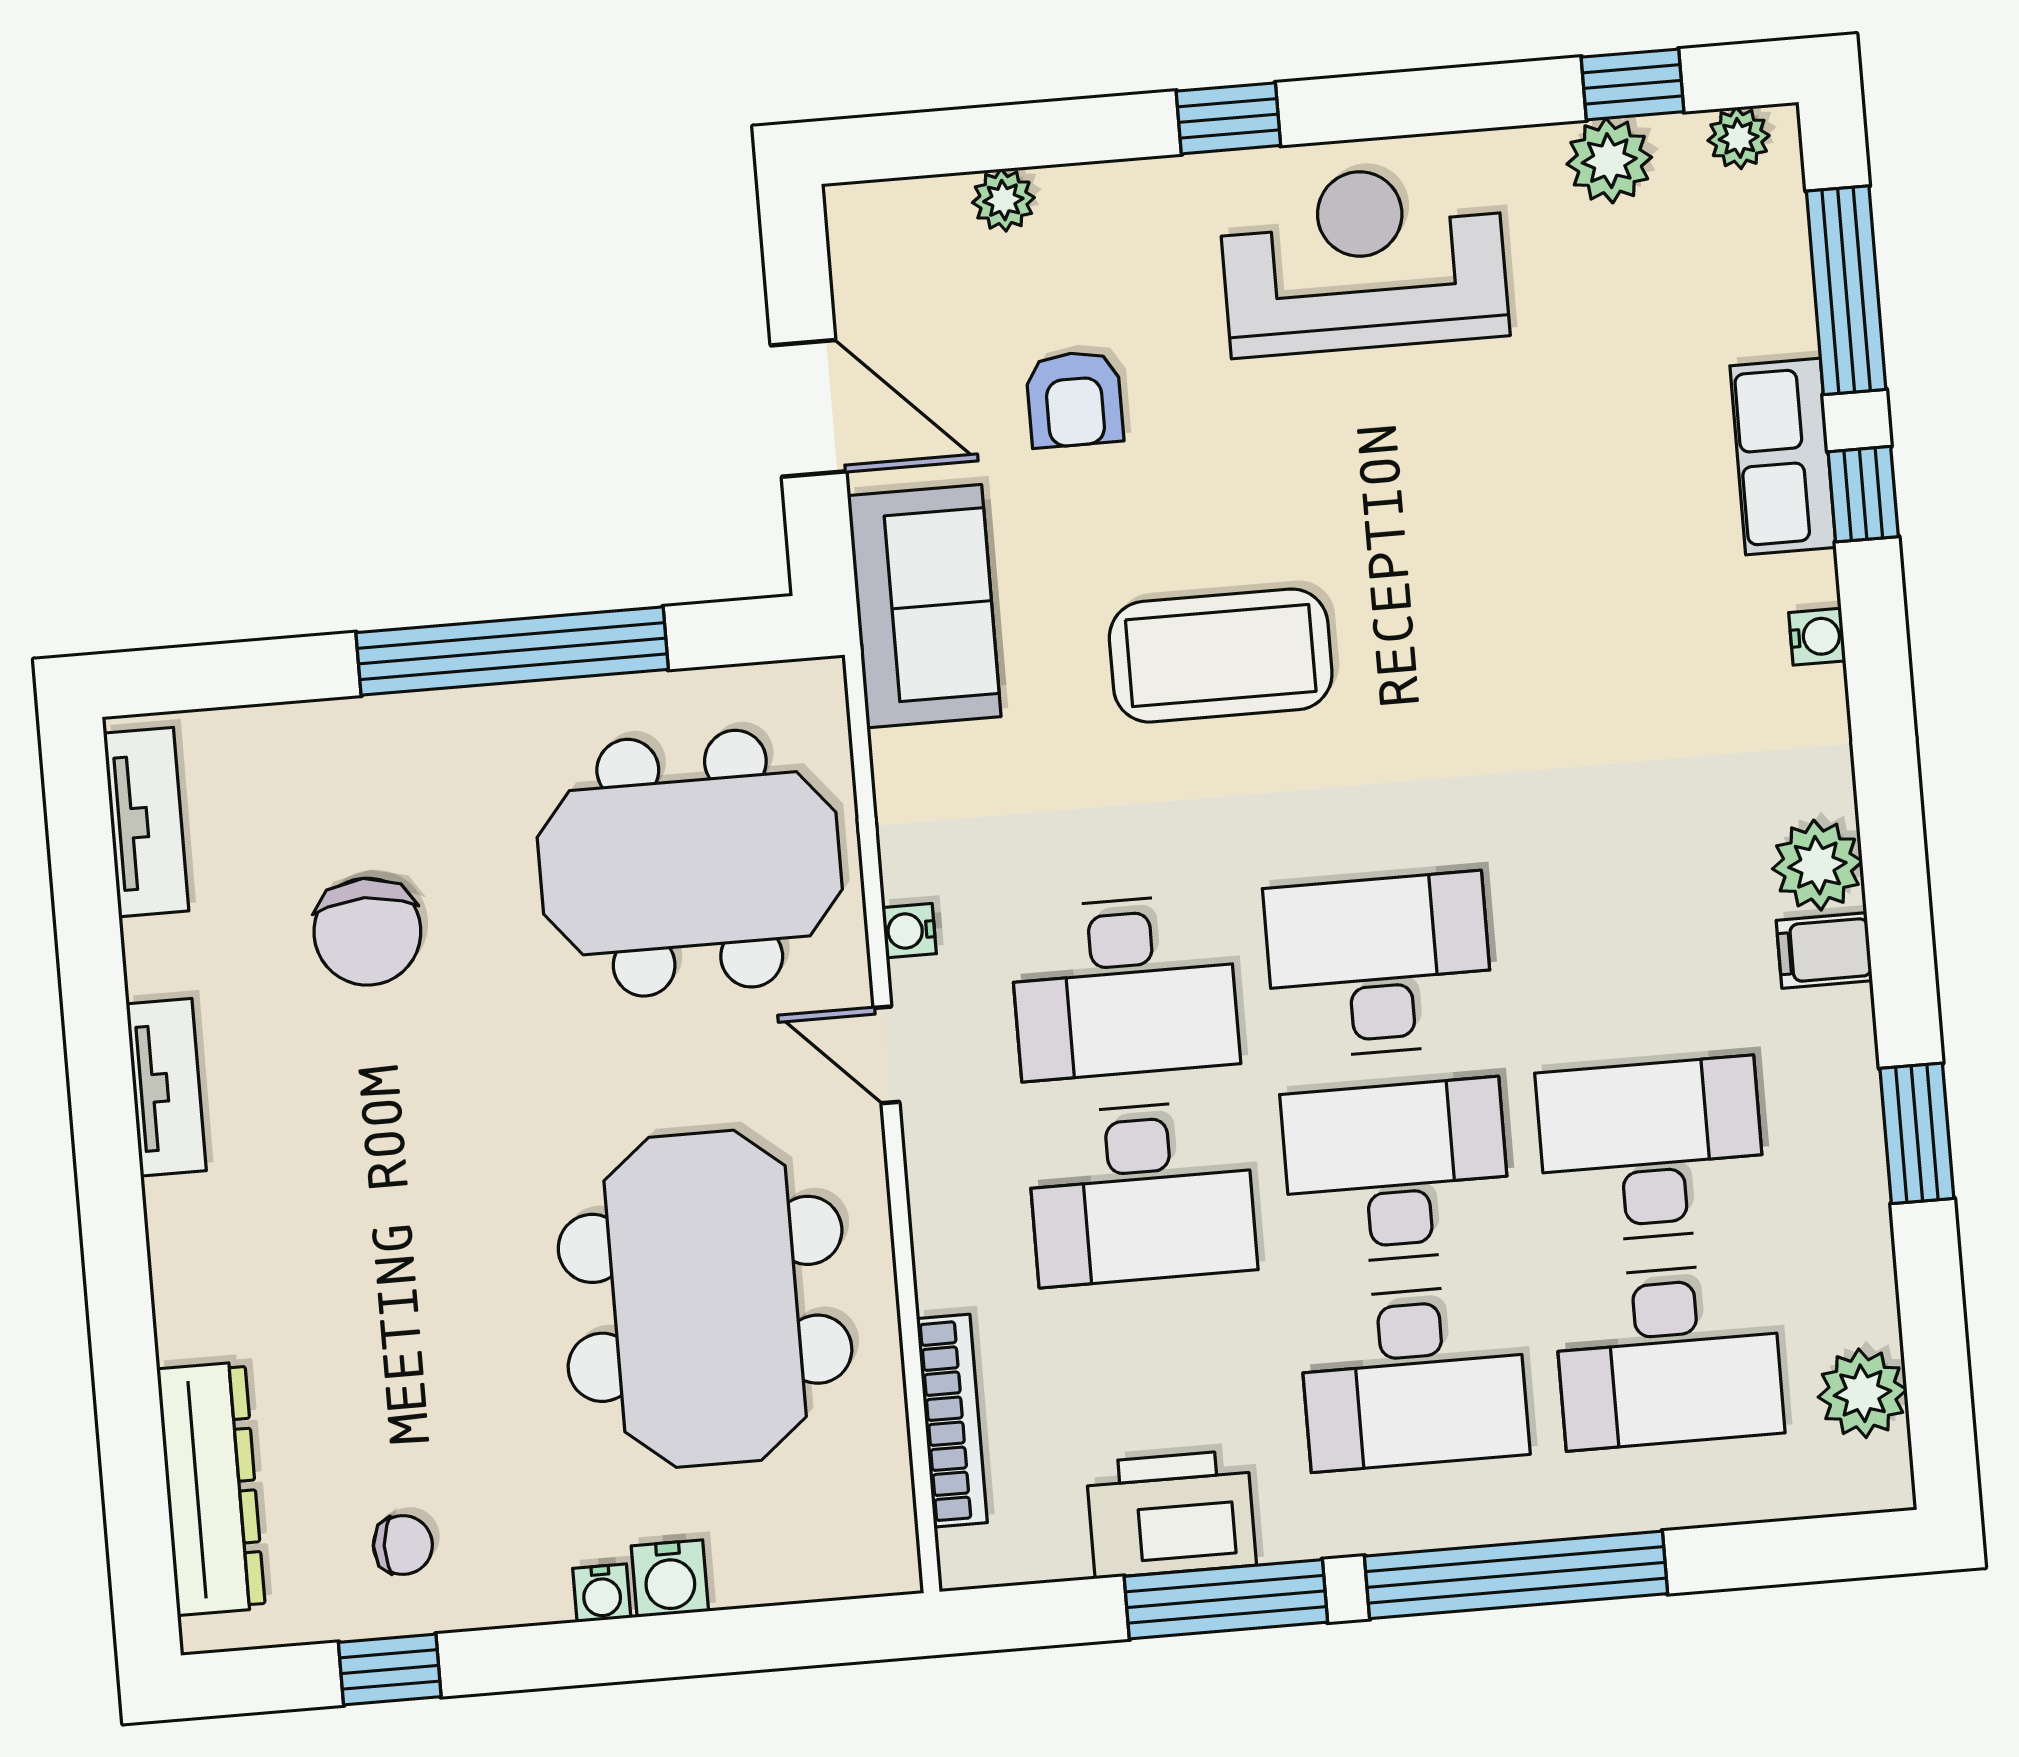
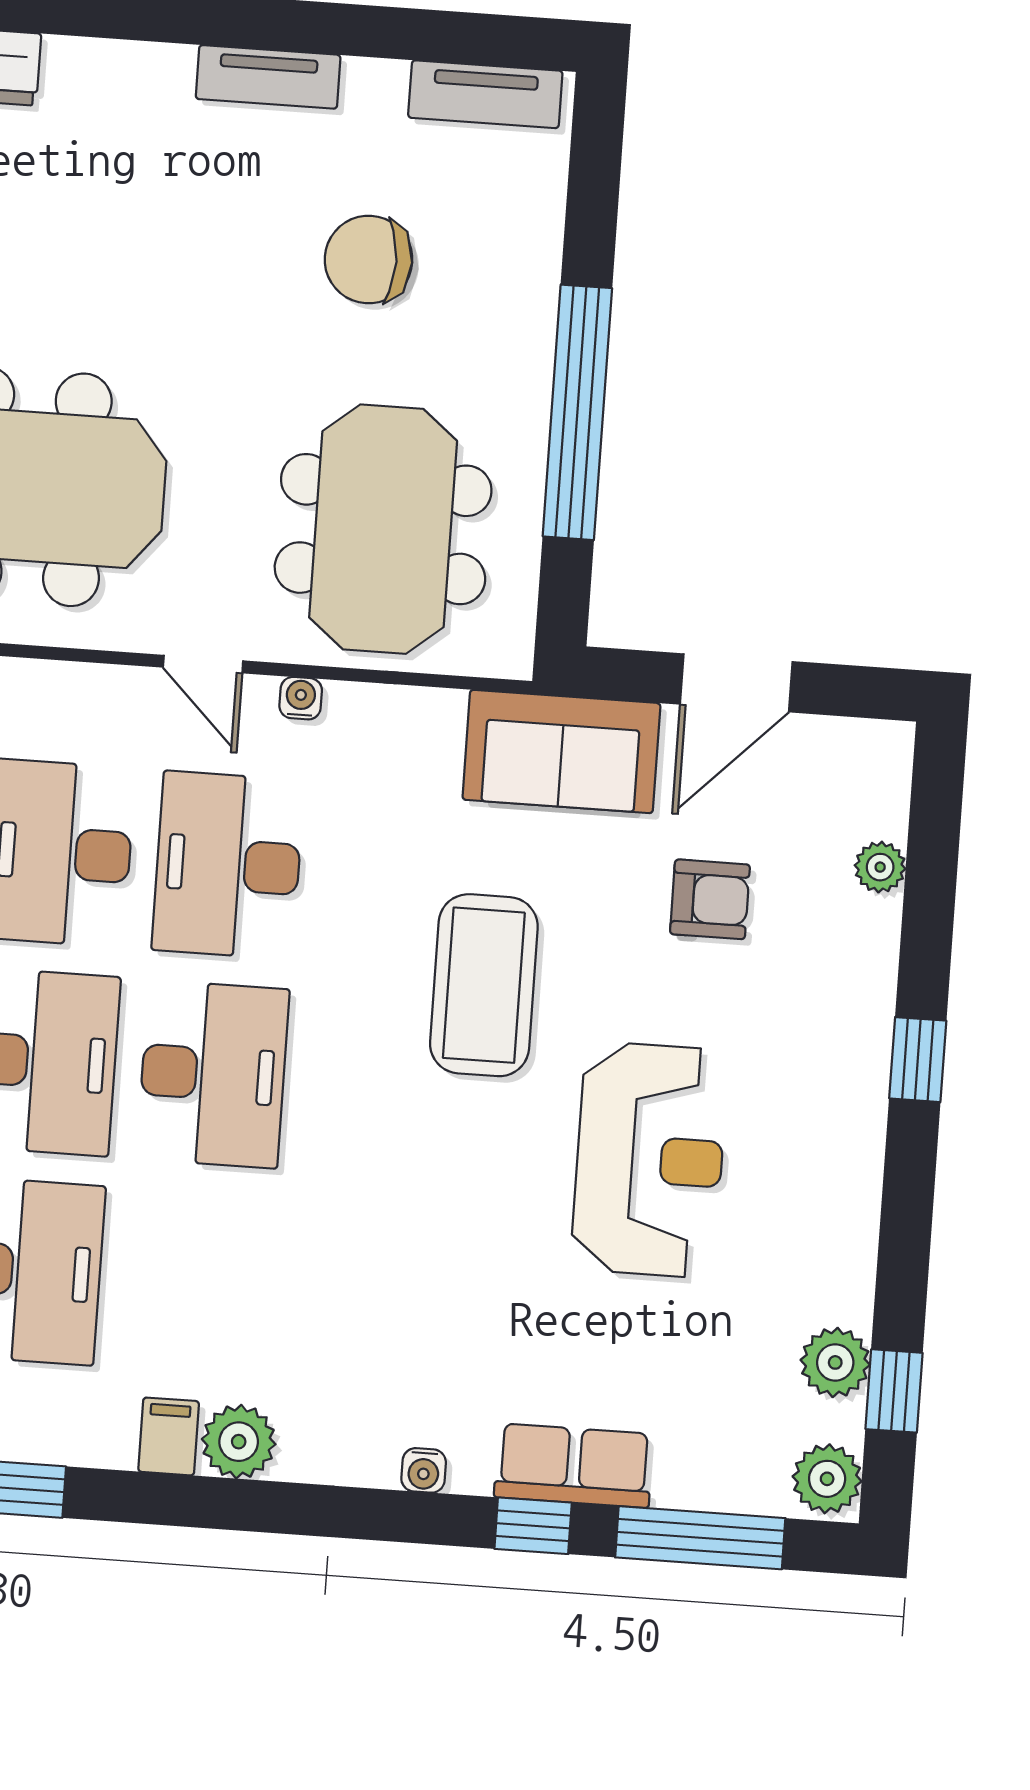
plant: (1739, 138) -> (827, 1479), width x1.38, depth x1.38
reception desk: (1364, 260) -> (650, 1160), moved
armchair: (1074, 399) -> (710, 899), turned 180
door: (886, 1055) -> (203, 664), swing flipped

